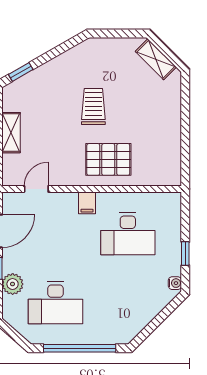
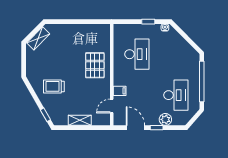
trolley: (93, 106) -> (54, 86), moved
door: (36, 189) -> (112, 106), hinge flipped
filing cabinet: (87, 203) -> (120, 91), moved

